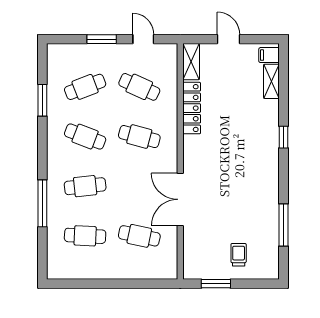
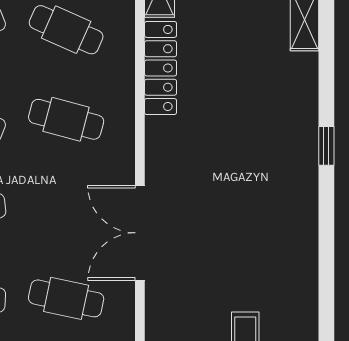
window: (284, 137) -> (326, 146), moved
window: (284, 225) -> (326, 279), removed

